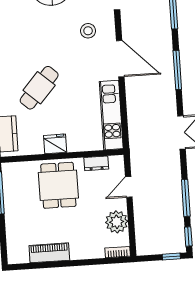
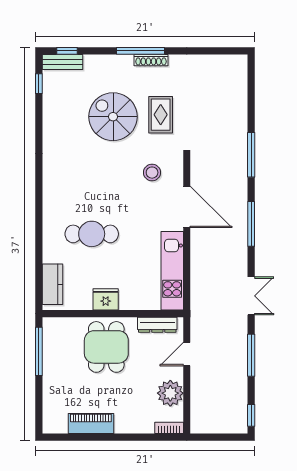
cafe table: (39, 88) -> (92, 234), turned 48
dresser: (96, 163) -> (157, 325), width x1.44
window: (186, 198) -> (251, 355), moved
window: (171, 257) -> (230, 437), removed

